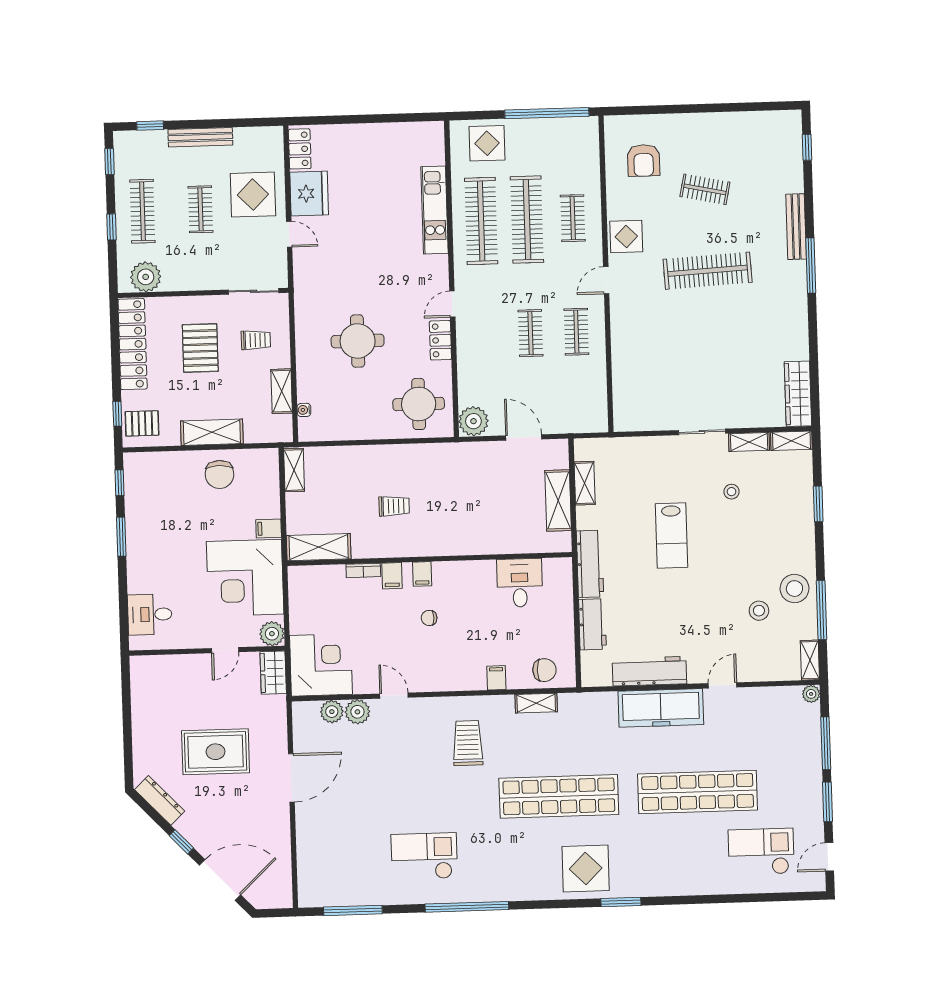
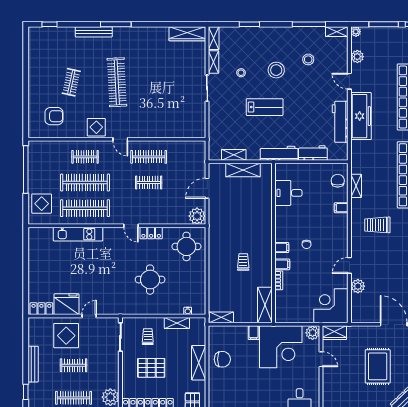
clothes rail: (576, 332) -> (149, 157), width x1.36
stool: (794, 589) -> (276, 70), moved
plant: (332, 712) -> (357, 57), moved

